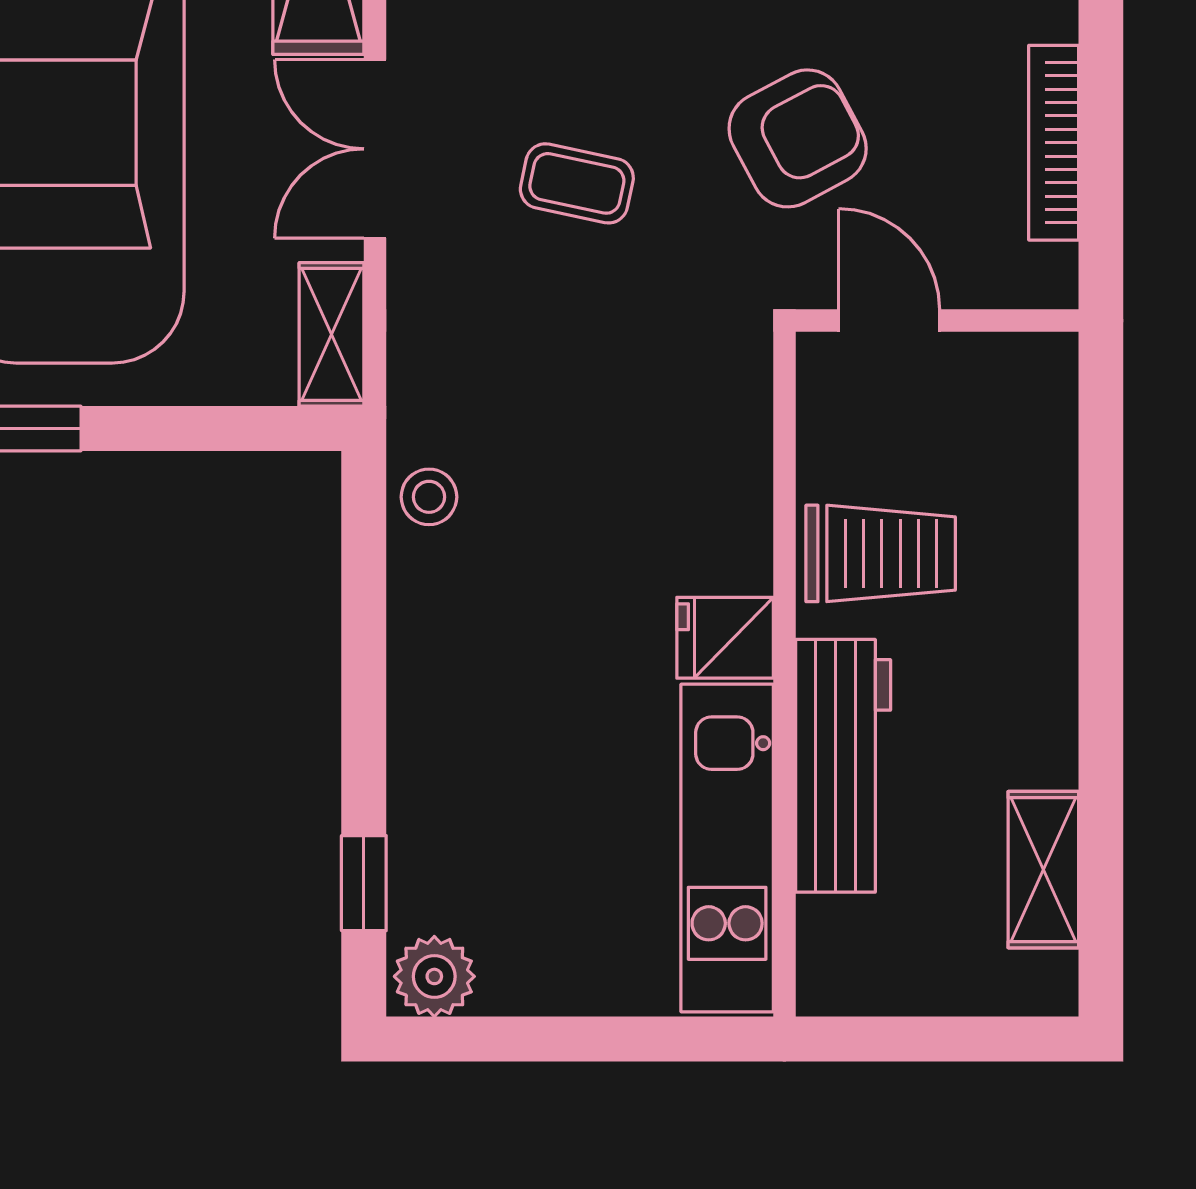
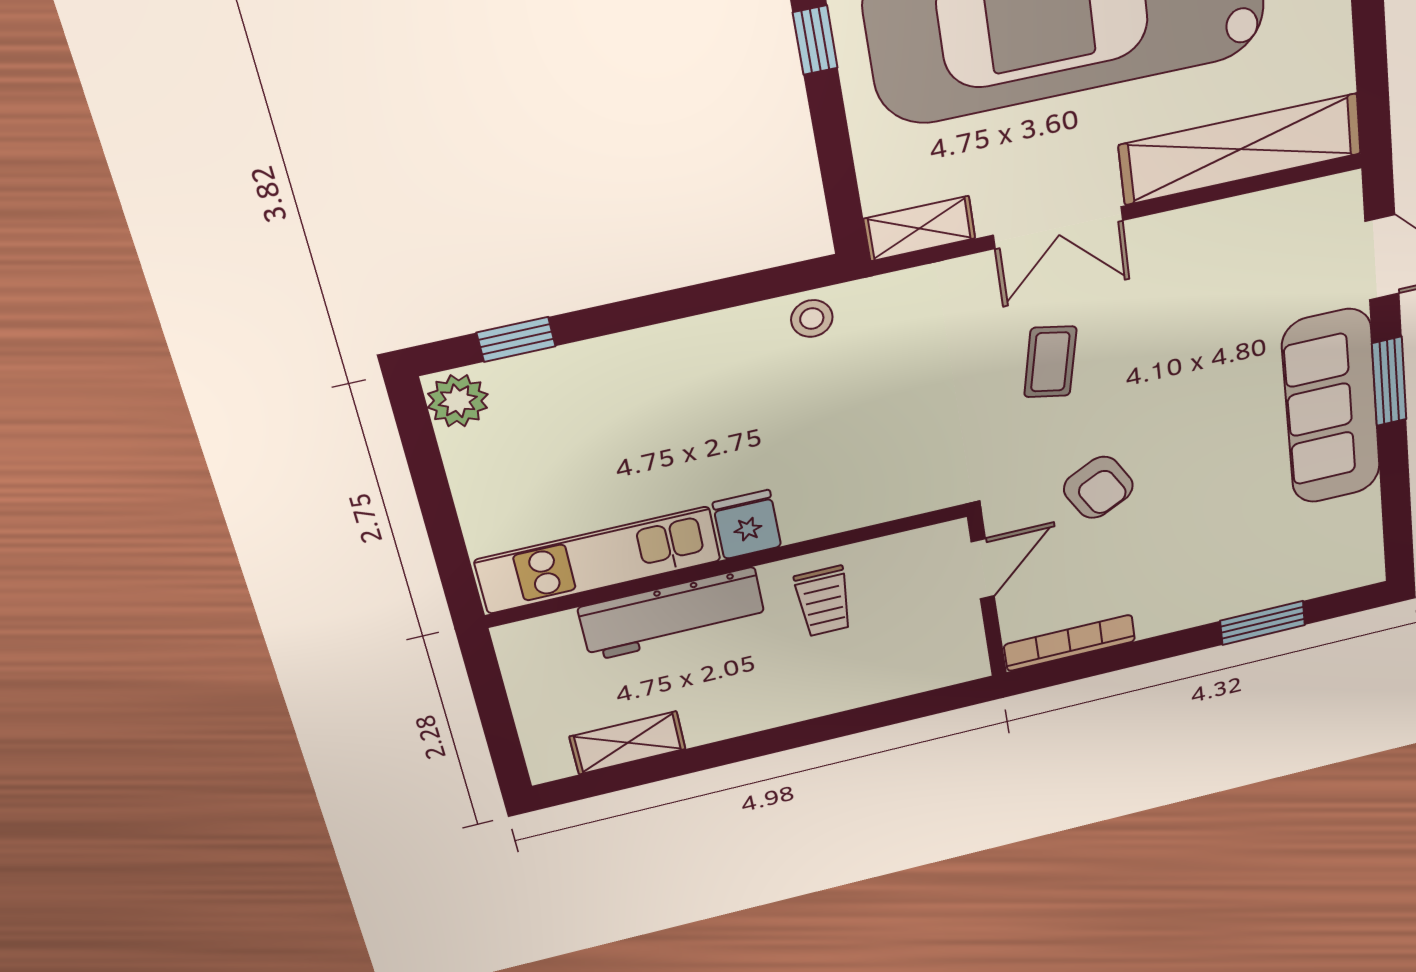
armchair: (798, 138) -> (1098, 487), width x0.72, depth x0.72
bookcase: (1054, 143) -> (1070, 643), moved
double door: (375, 149) -> (1058, 228), swing flipped
trolley: (881, 553) -> (824, 601), width x0.73, depth x0.72

